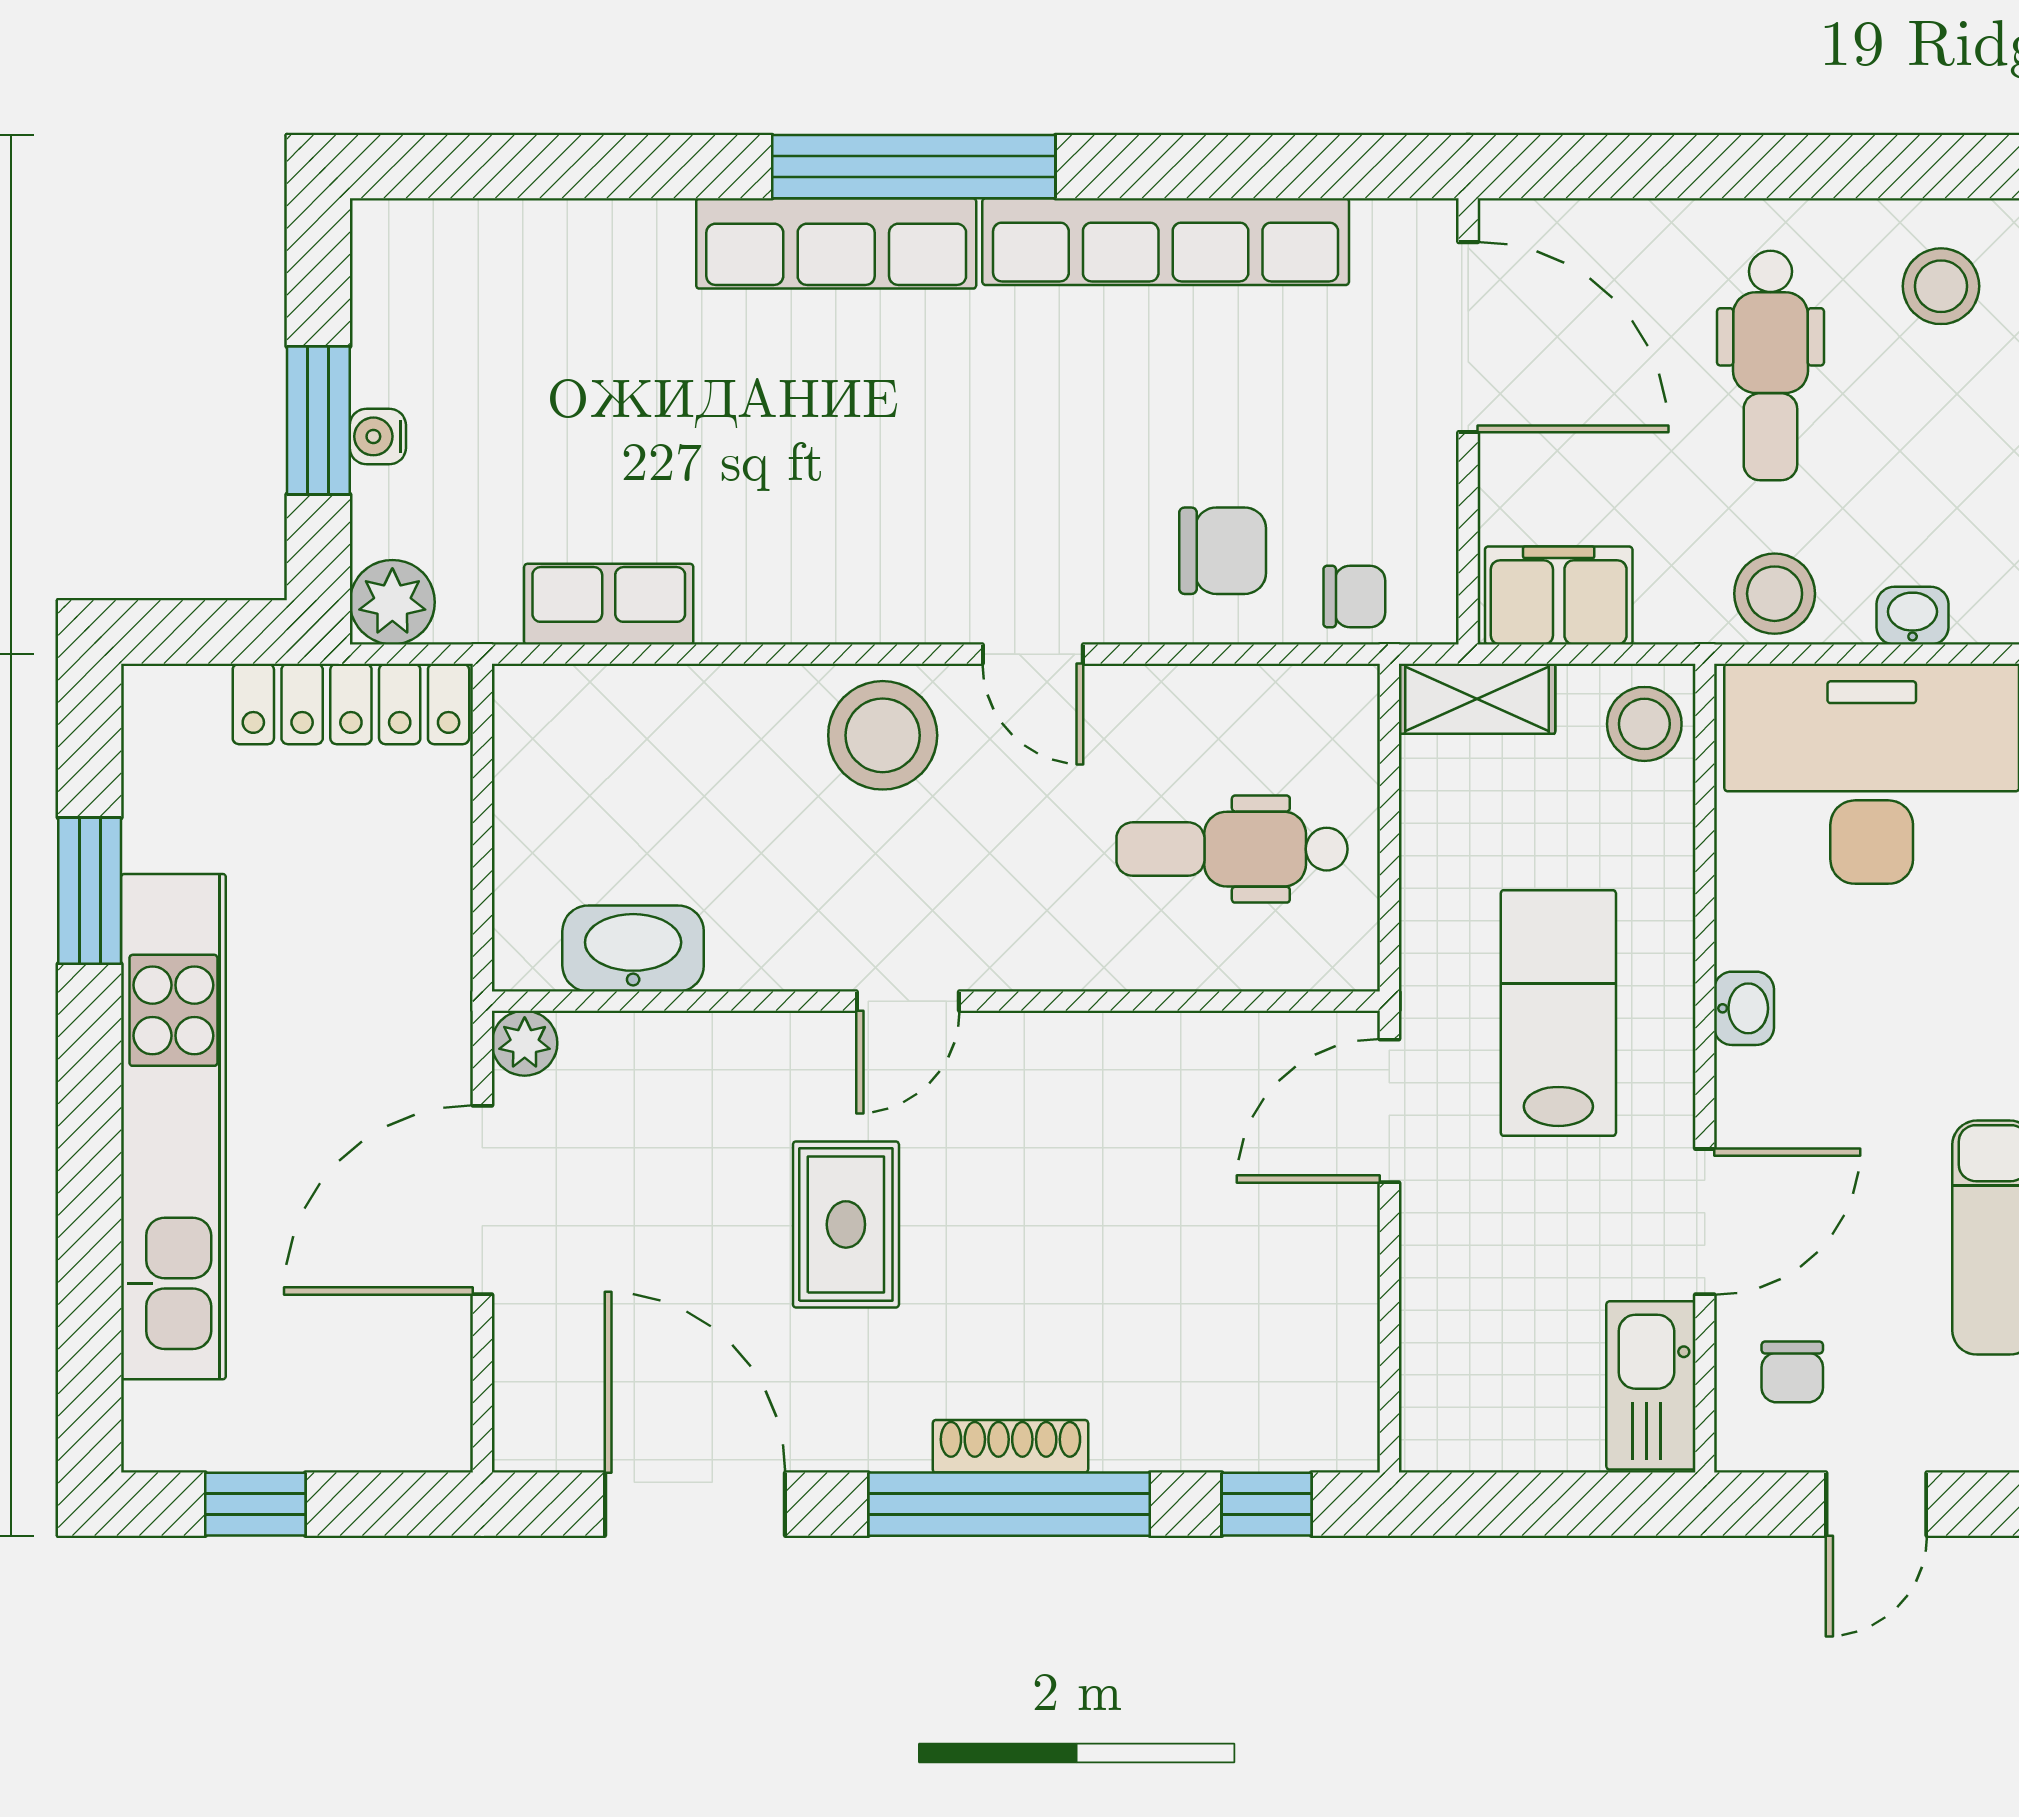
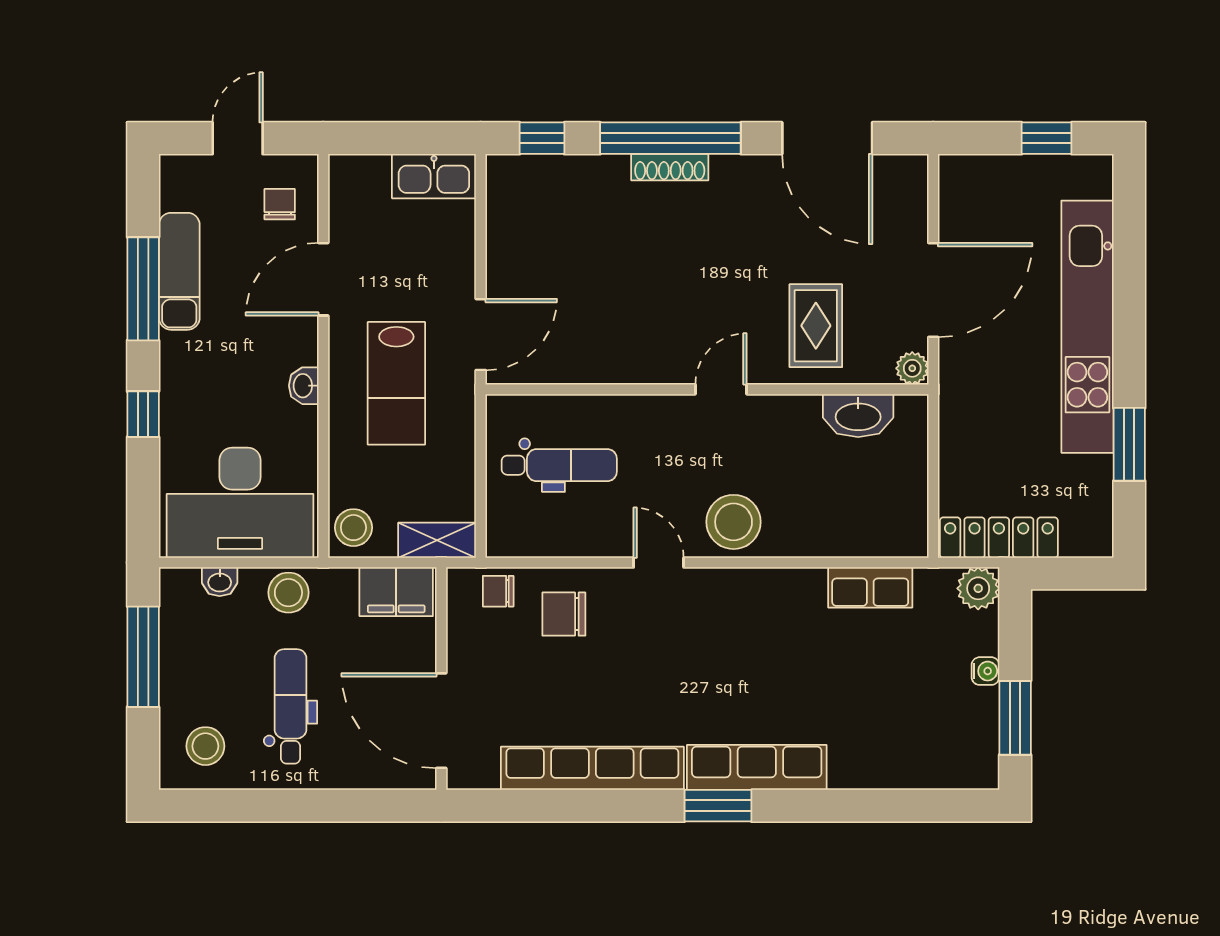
window: (914, 167) -> (718, 806), width x0.47
window: (318, 420) -> (1015, 718), moved
rug: (846, 1224) -> (816, 326), moved
kitchen sink: (1651, 1385) -> (434, 176), moved, turned 90

